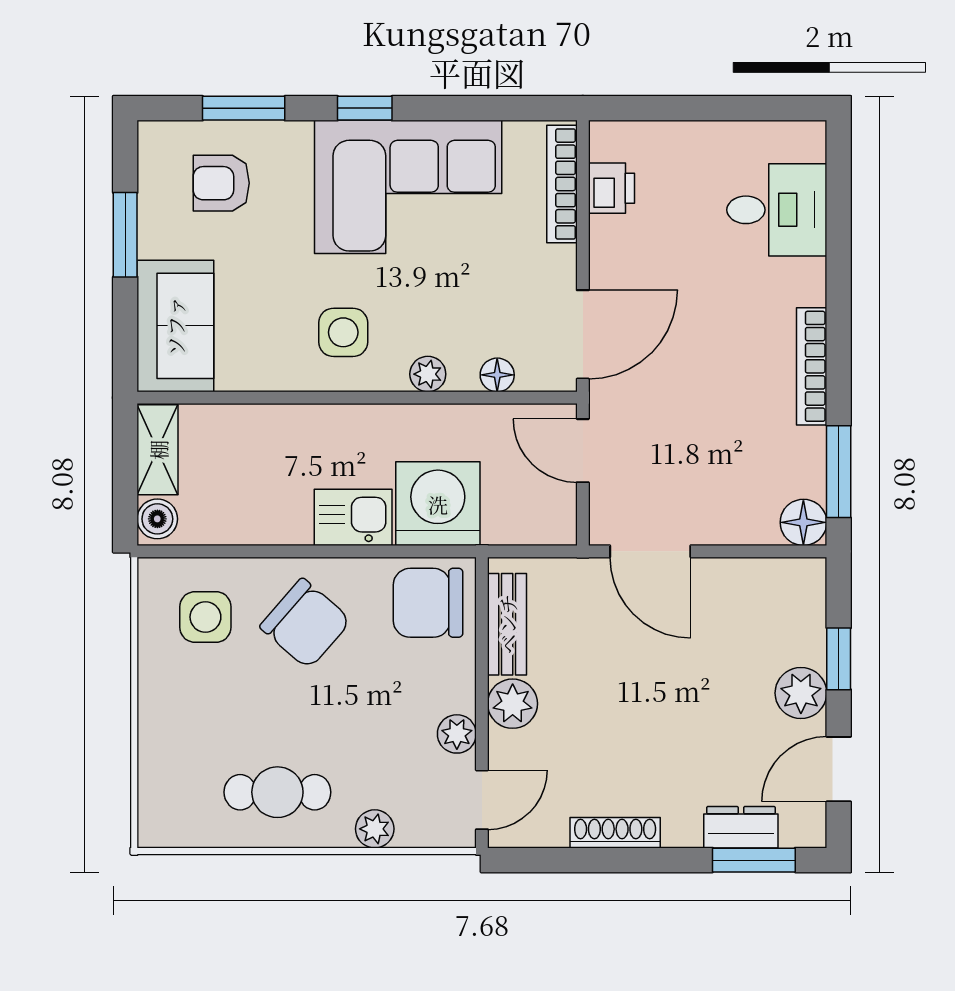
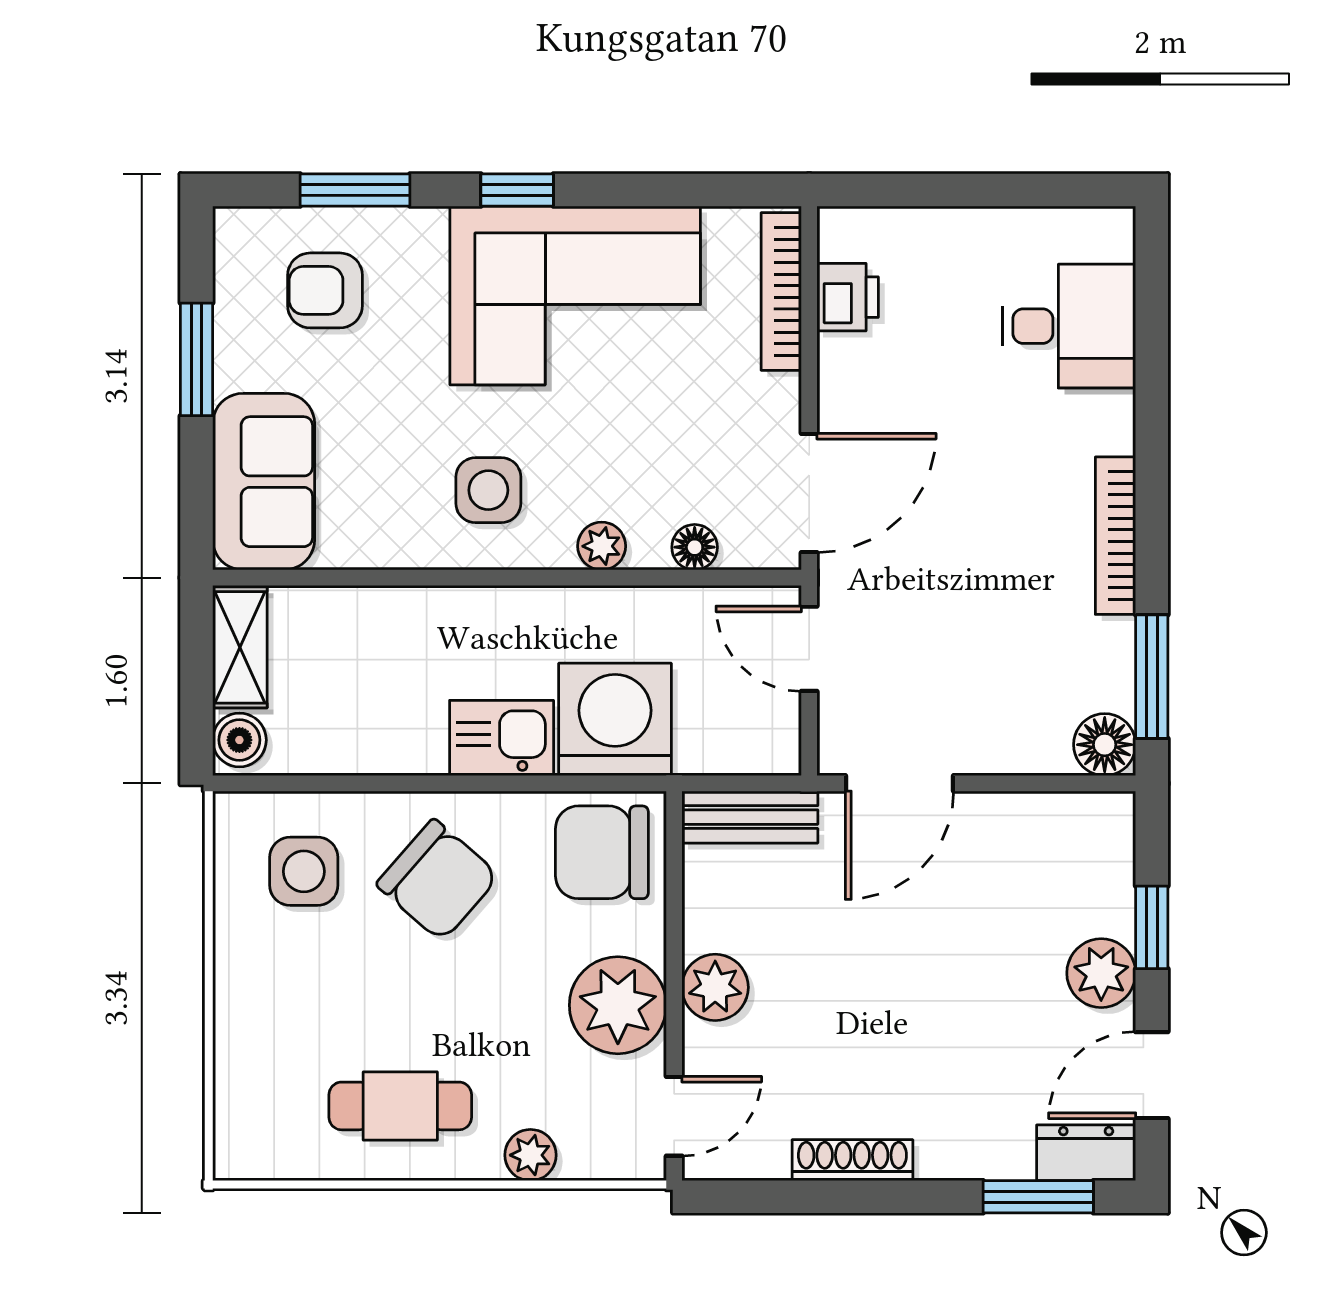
door: (650, 551) -> (900, 783), hinge flipped
bench: (507, 624) -> (750, 817), moved, turned 90
plant: (457, 734) -> (618, 1005), width x1.87, depth x1.87
dresser: (741, 827) -> (1086, 1153), moved

